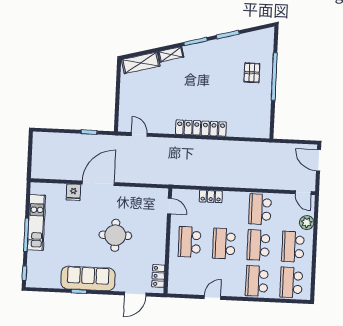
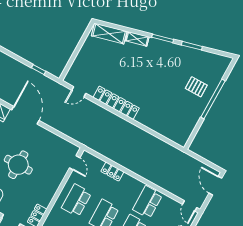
pallet: (252, 73) -> (196, 87), turned 90
locker: (201, 128) -> (116, 103), moved
door: (139, 134) -> (79, 92), swing flipped
door: (98, 183) -> (25, 115), hinge flipped

